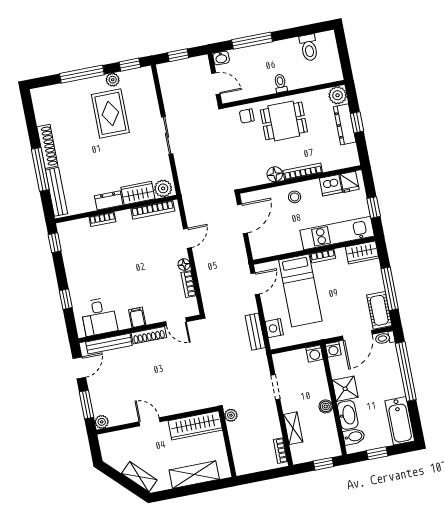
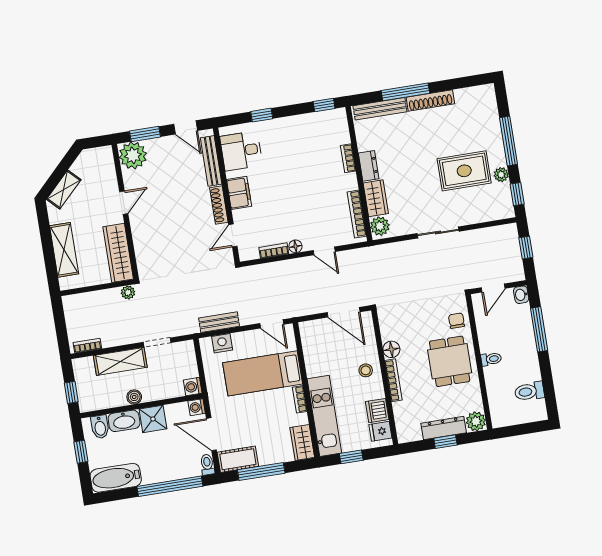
filing cabinet: (137, 317) -> (239, 193), width x2.00
plant: (102, 422) -> (133, 155), width x1.88, depth x1.88
shelving: (293, 428) -> (120, 361), width x1.50, depth x1.33

